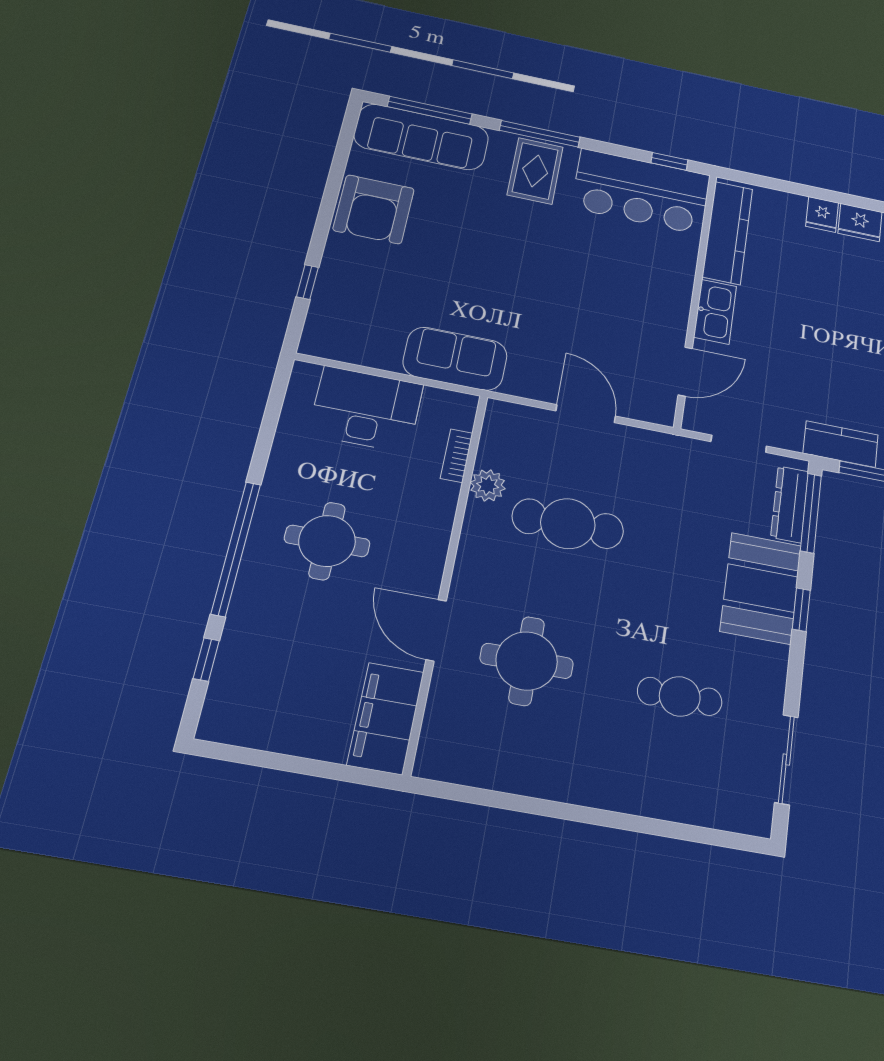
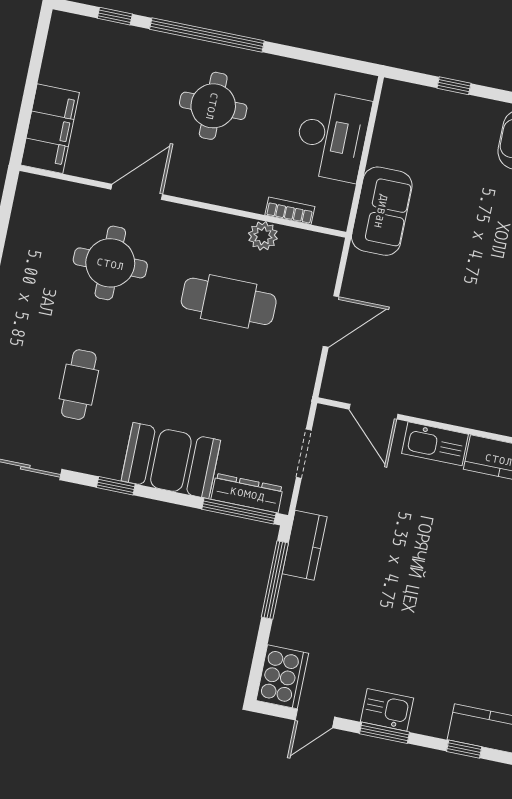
cafe table: (568, 524) -> (229, 301), turned 90
window: (801, 610) -> (116, 486), moved
filing cabinet: (386, 718) -> (50, 129), moved, turned 90

